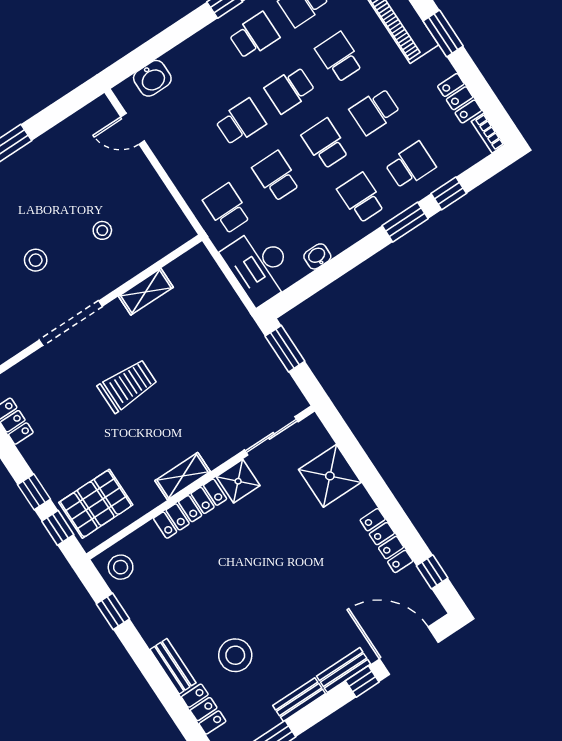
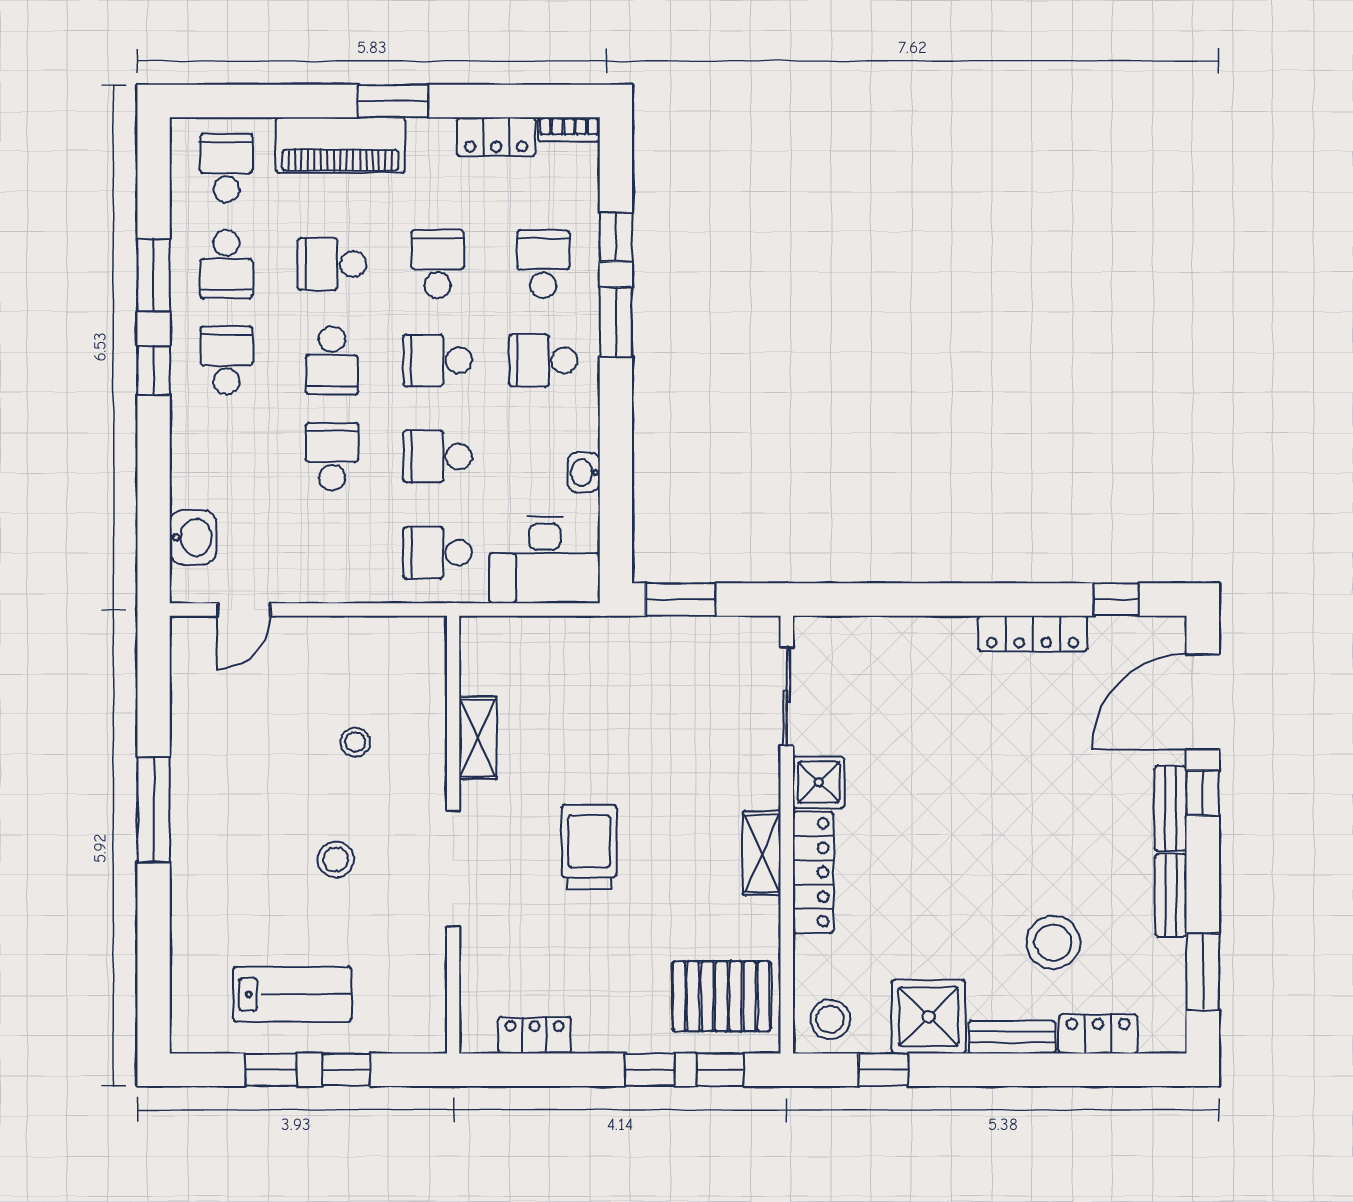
school desk: (375, 111) -> (438, 264), turned 180
shower: (330, 476) -> (929, 1017), moved
pallet: (96, 504) -> (721, 996), turned 90

